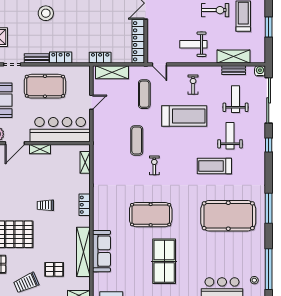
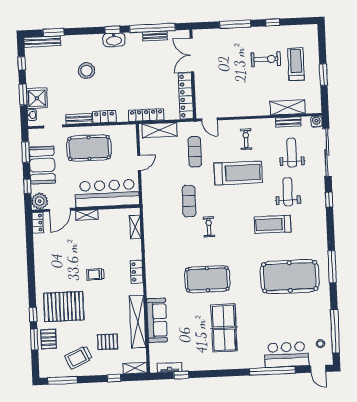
weight bench: (193, 44) -> (244, 96), removed
locker: (100, 58) -> (146, 115), width x1.53

